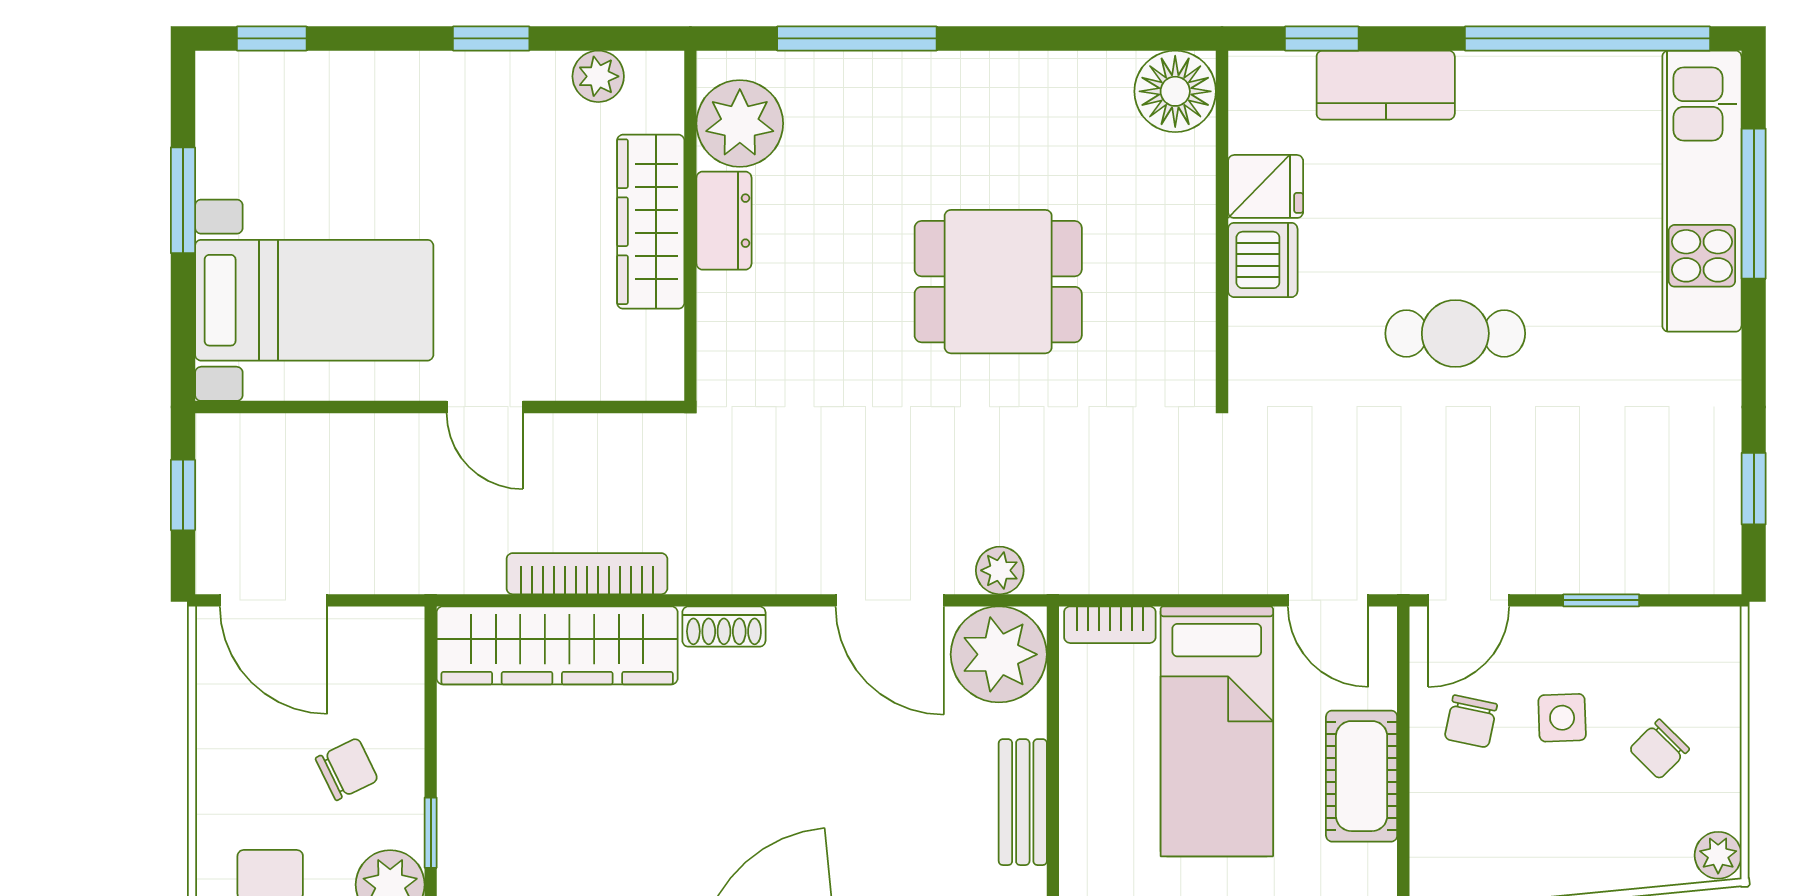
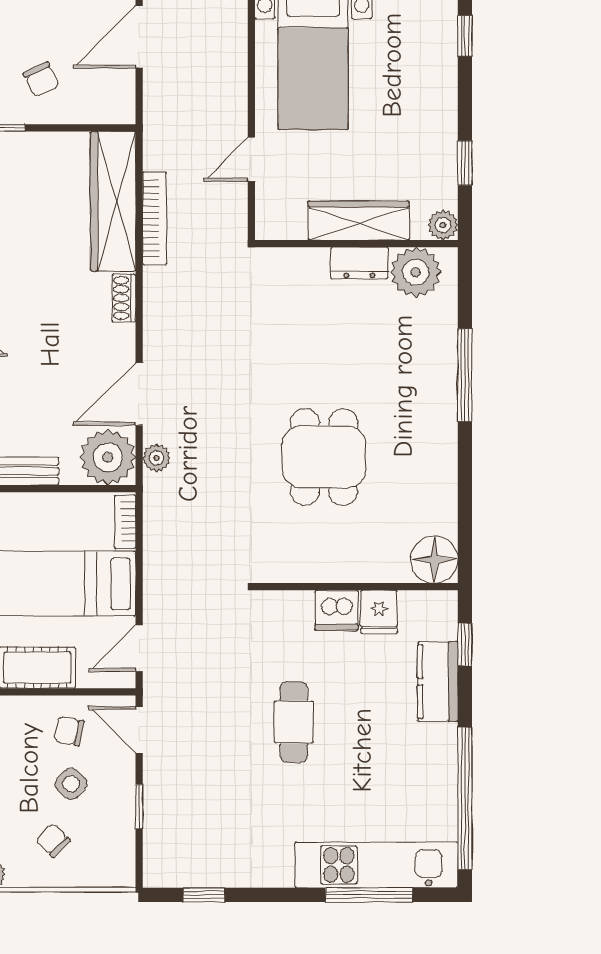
plant: (740, 123) -> (416, 272), moved
dresser: (724, 221) -> (359, 263), moved
wardrobe: (651, 222) -> (359, 221), moved
wall: (690, 226) -> (356, 244), moved
side table: (1562, 718) -> (71, 784), turned 45

